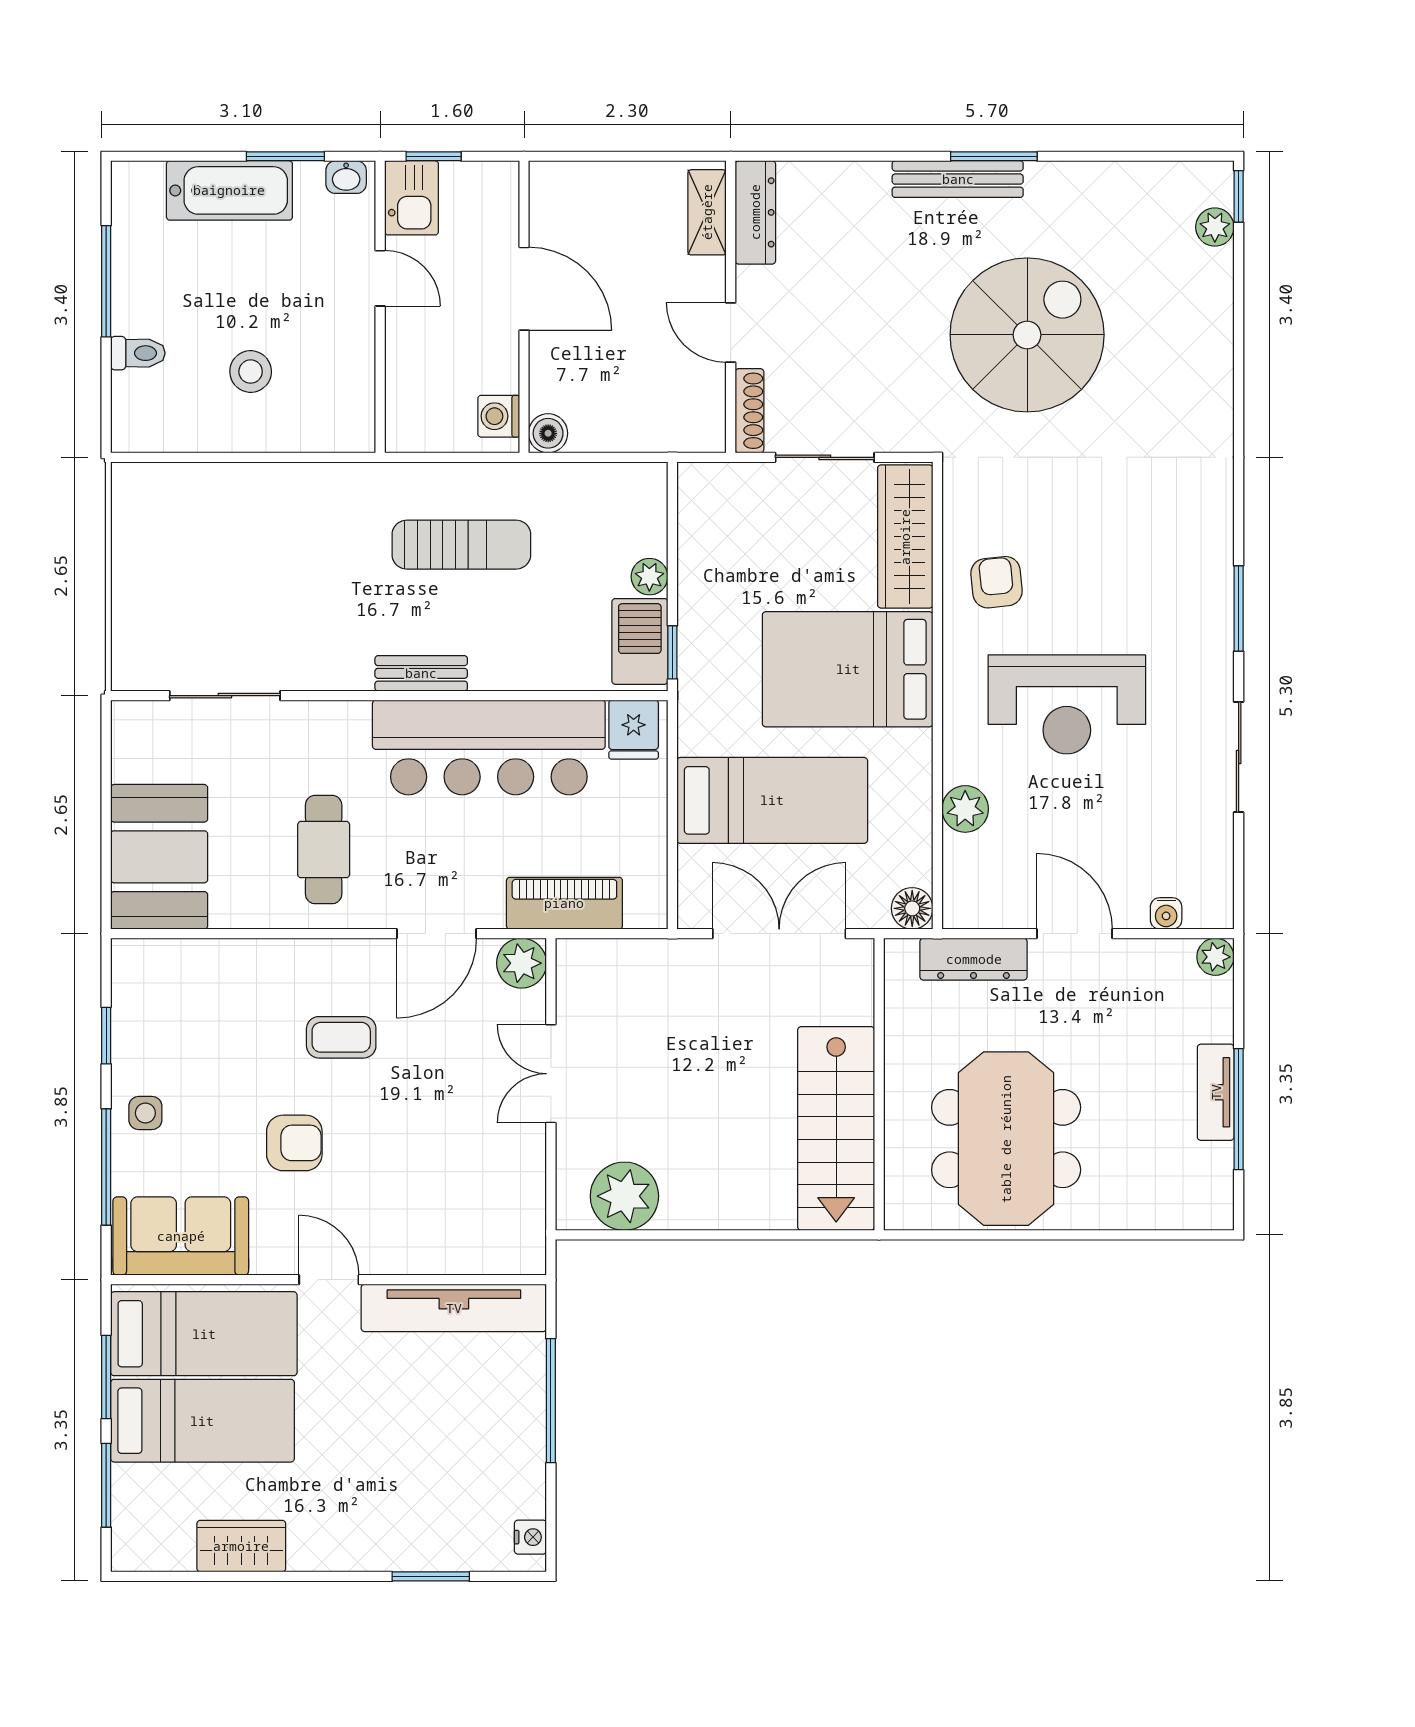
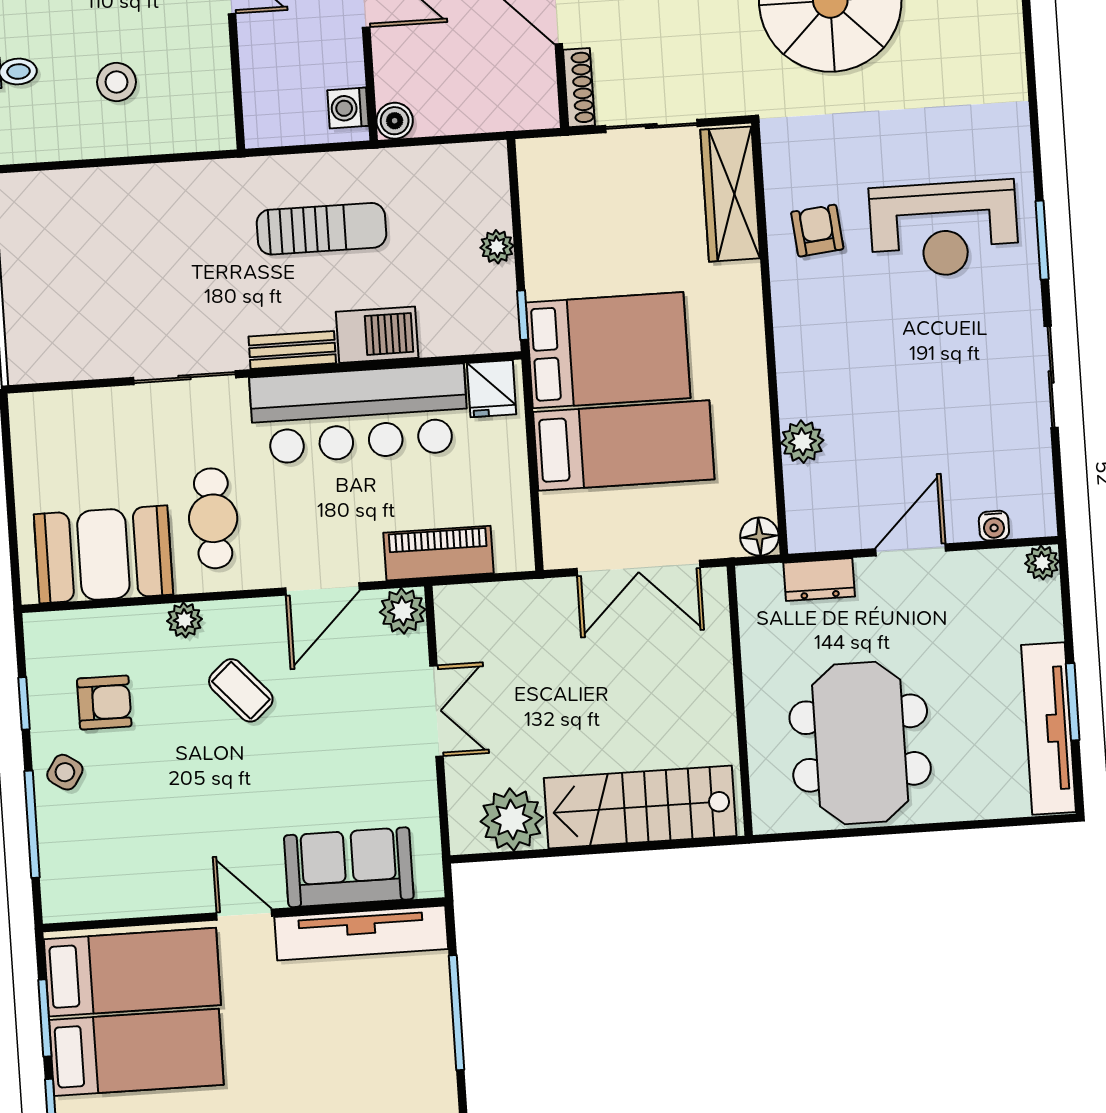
barbecue: (640, 641) -> (377, 335), moved, turned 90
bed: (848, 669) -> (608, 350), moved, turned 180
sliding door: (225, 696) -> (184, 378), moved
reception desk: (1067, 704) -> (944, 229), moved
booth: (159, 857) -> (103, 554), moved, turned 90
double door: (779, 934) -> (638, 568), swing flipped
door: (1075, 934) -> (911, 550), hinge flipped
plant: (285, 957) -> (185, 620), added
dresser: (974, 959) -> (819, 580), width x0.70
coffee table: (341, 1037) -> (241, 690), turned 48
double door: (551, 1074) -> (436, 711), swing flipped
tv unit: (1216, 1092) -> (1048, 729), width x1.92, depth x1.29
window: (1239, 1109) -> (1073, 702), width x0.69
side table: (145, 1113) -> (65, 772), turned 33
stairs: (836, 1128) -> (640, 807), moved, turned 90
armchair: (294, 1143) -> (104, 702), moved
sofa: (181, 1236) -> (349, 867), moved

